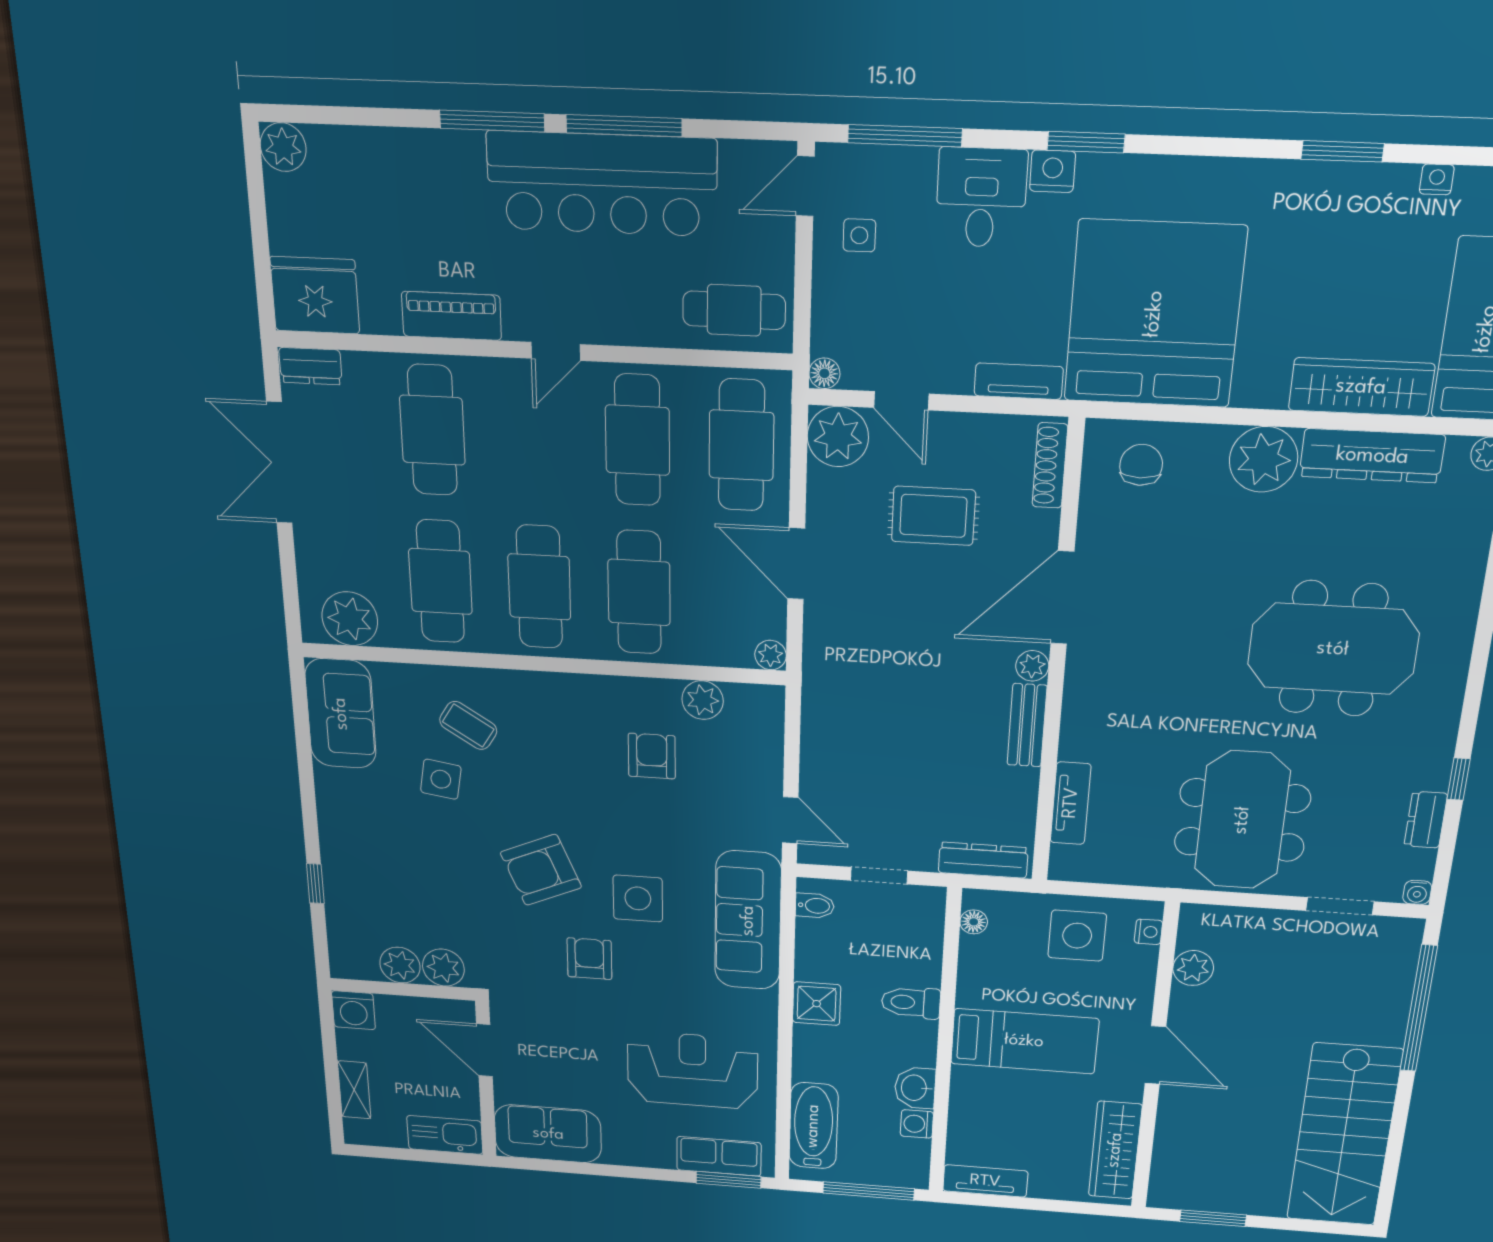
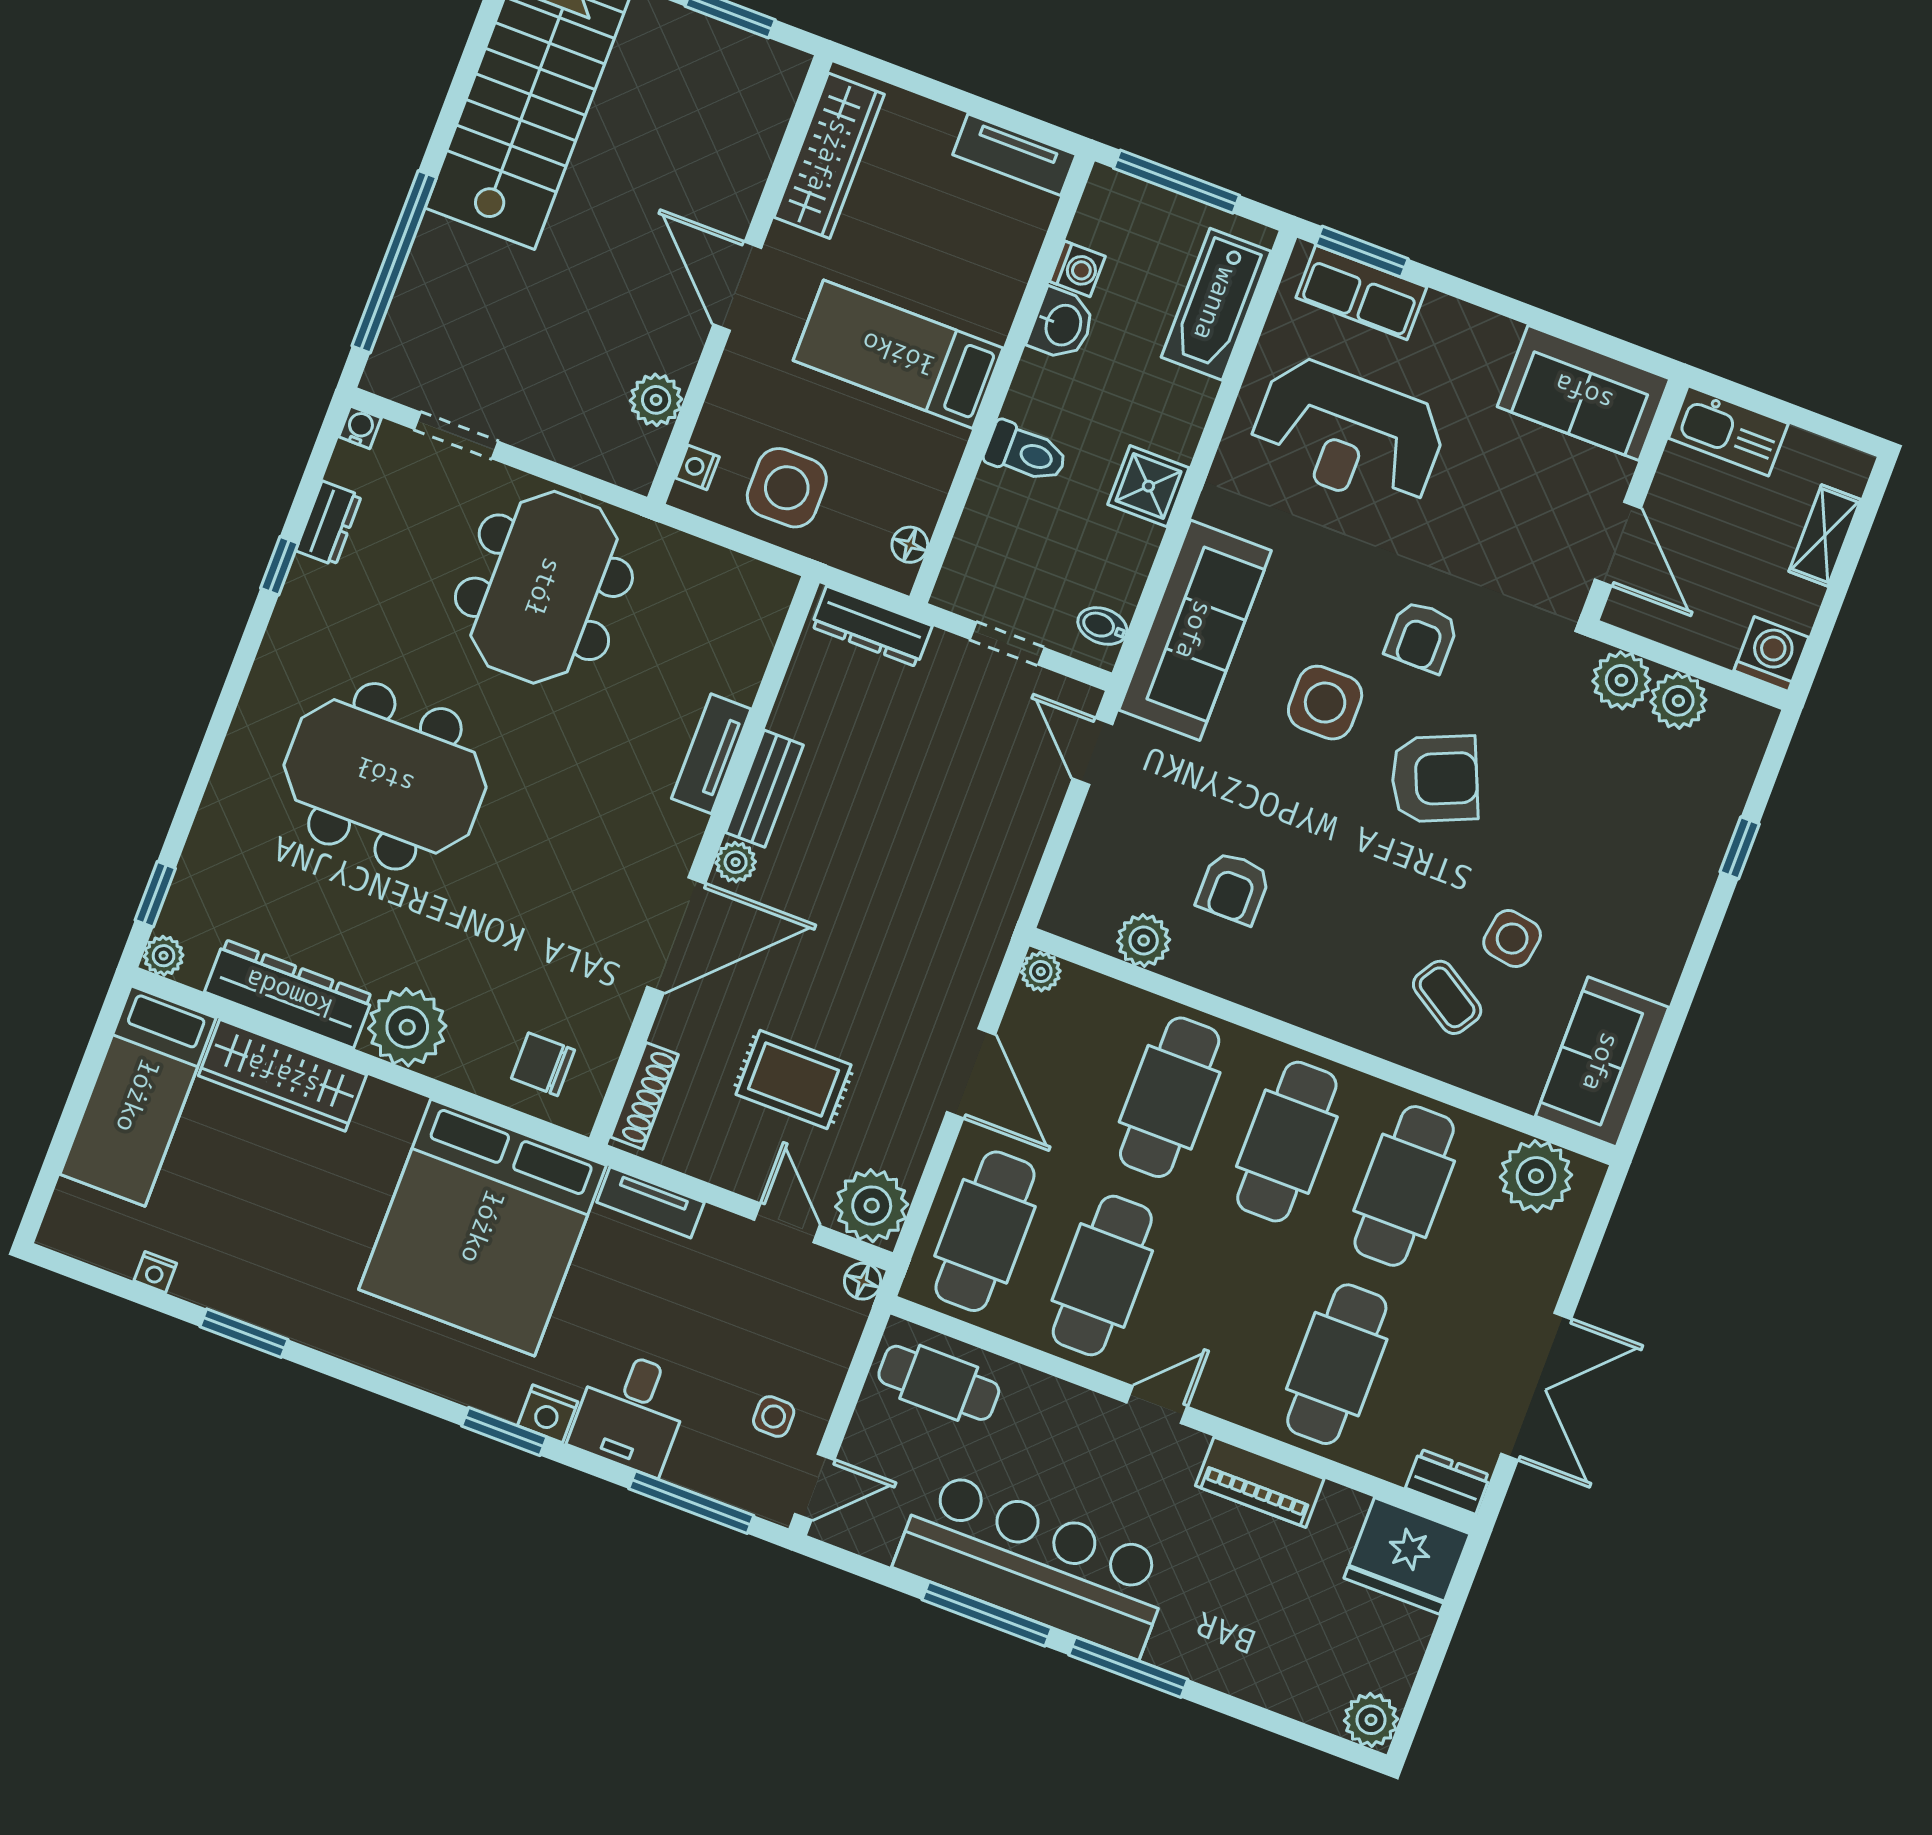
chair: (1141, 465) -> (543, 1064), turned 90
tv unit: (1071, 803) -> (711, 754), moved

